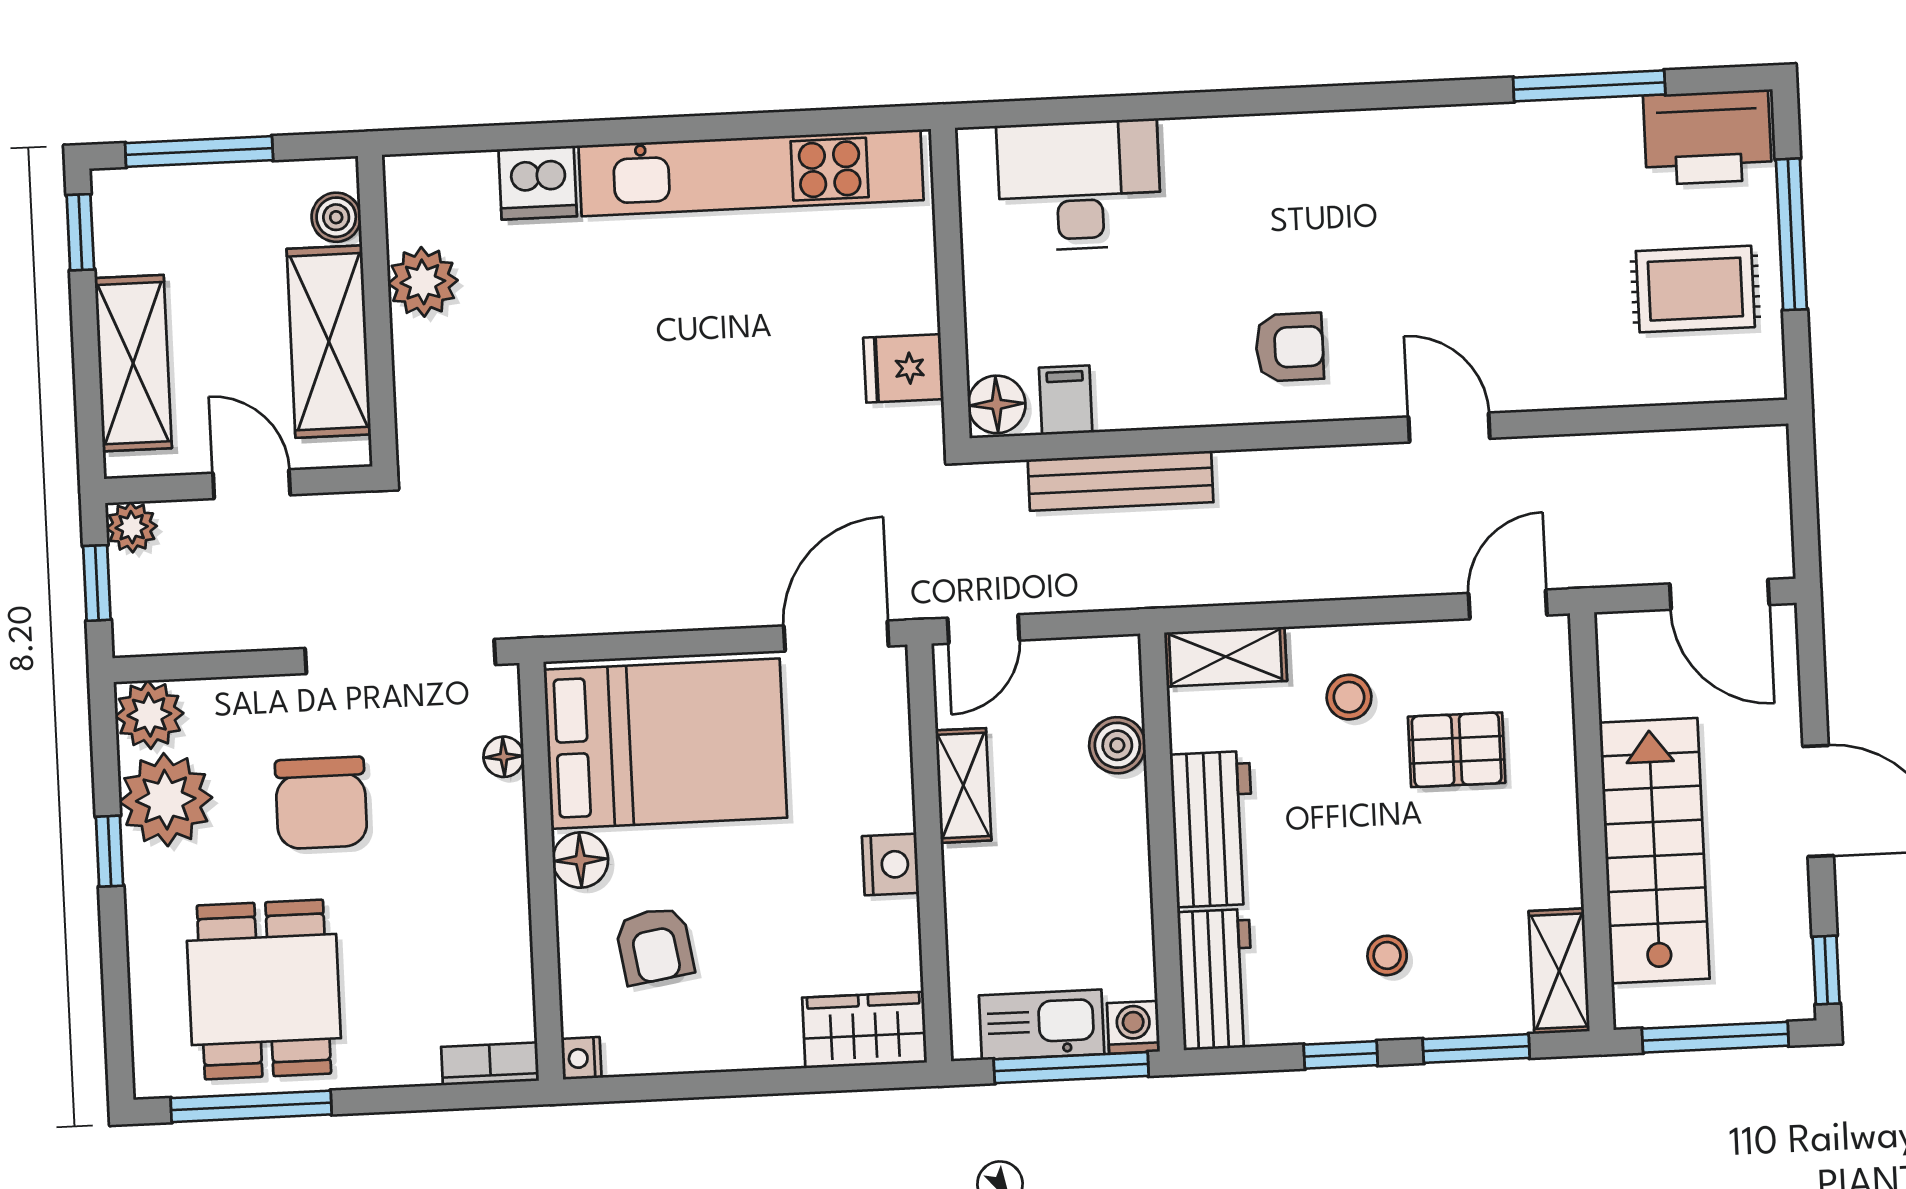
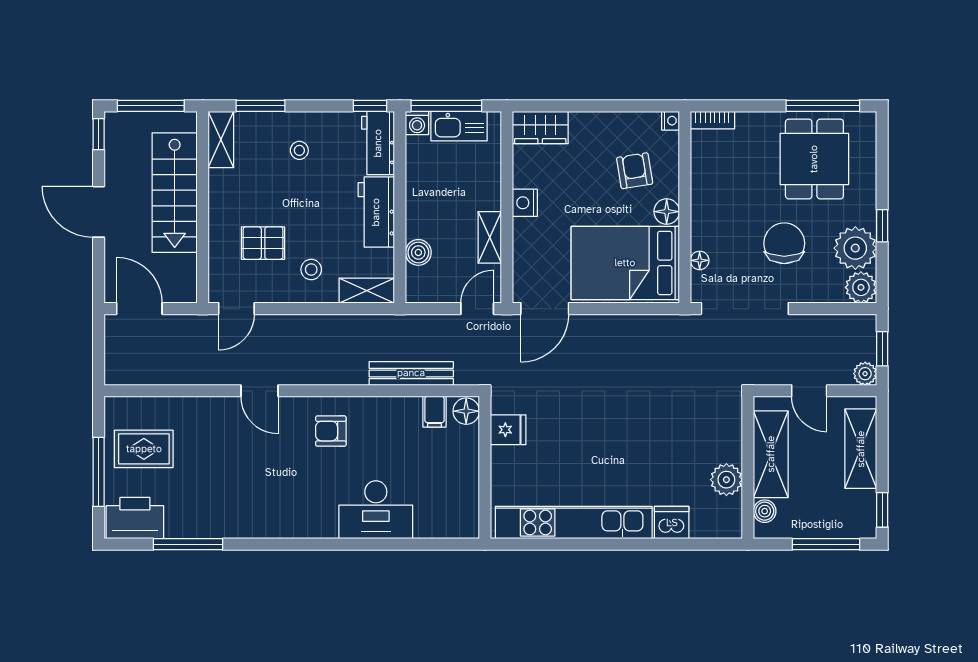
desk: (1079, 185) -> (376, 510), moved
window: (1341, 1055) -> (370, 106), moved

